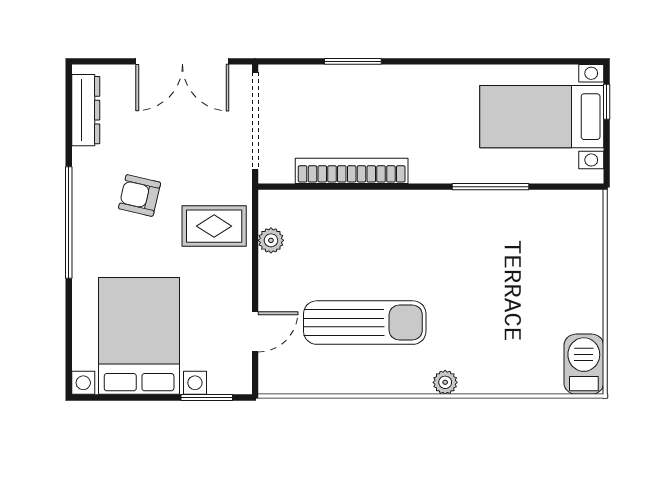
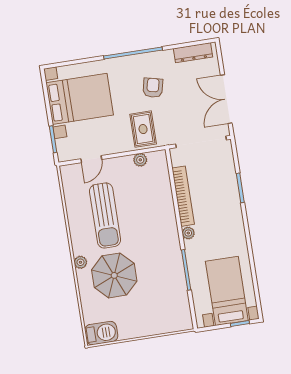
plant: (422, 172) -> (188, 233), added
parasol: (480, 323) -> (114, 275), added
door: (255, 332) -> (91, 159), hinge flipped

